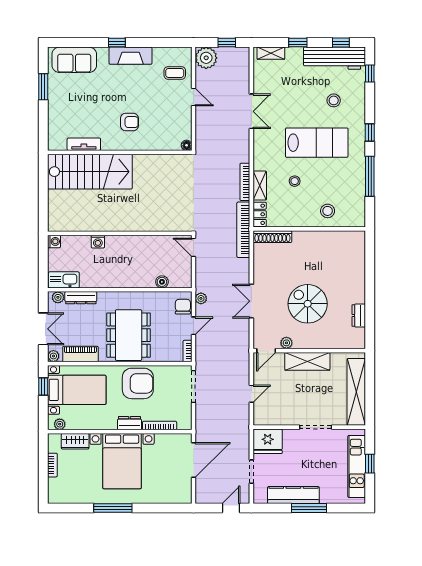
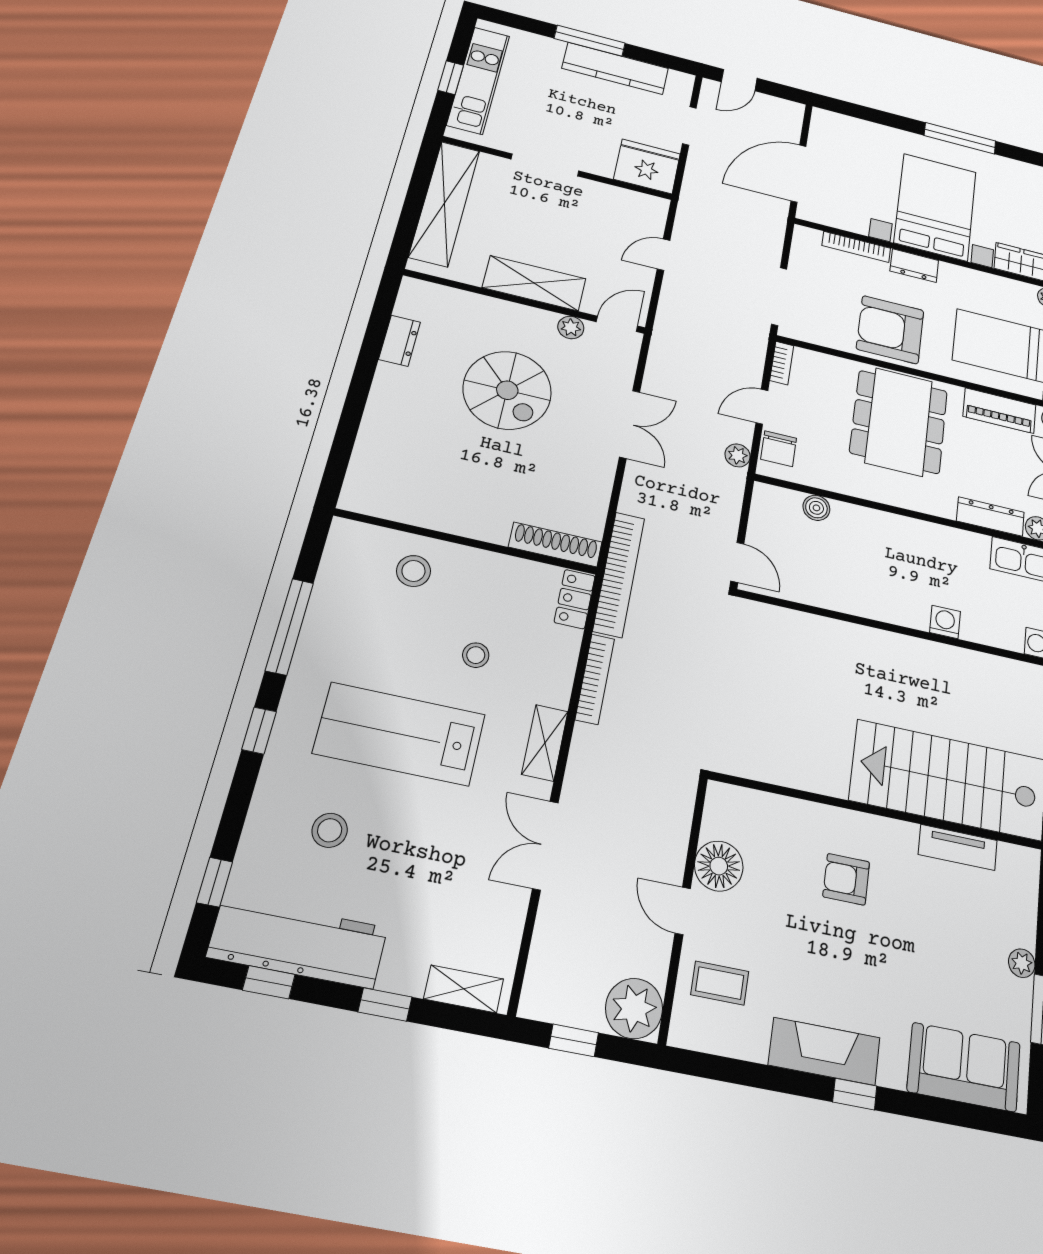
plant: (53, 103) -> (1022, 963), added
floor lamp: (187, 145) -> (719, 866), moved, width x1.89, depth x1.89
shelving: (260, 186) -> (545, 743), moved

